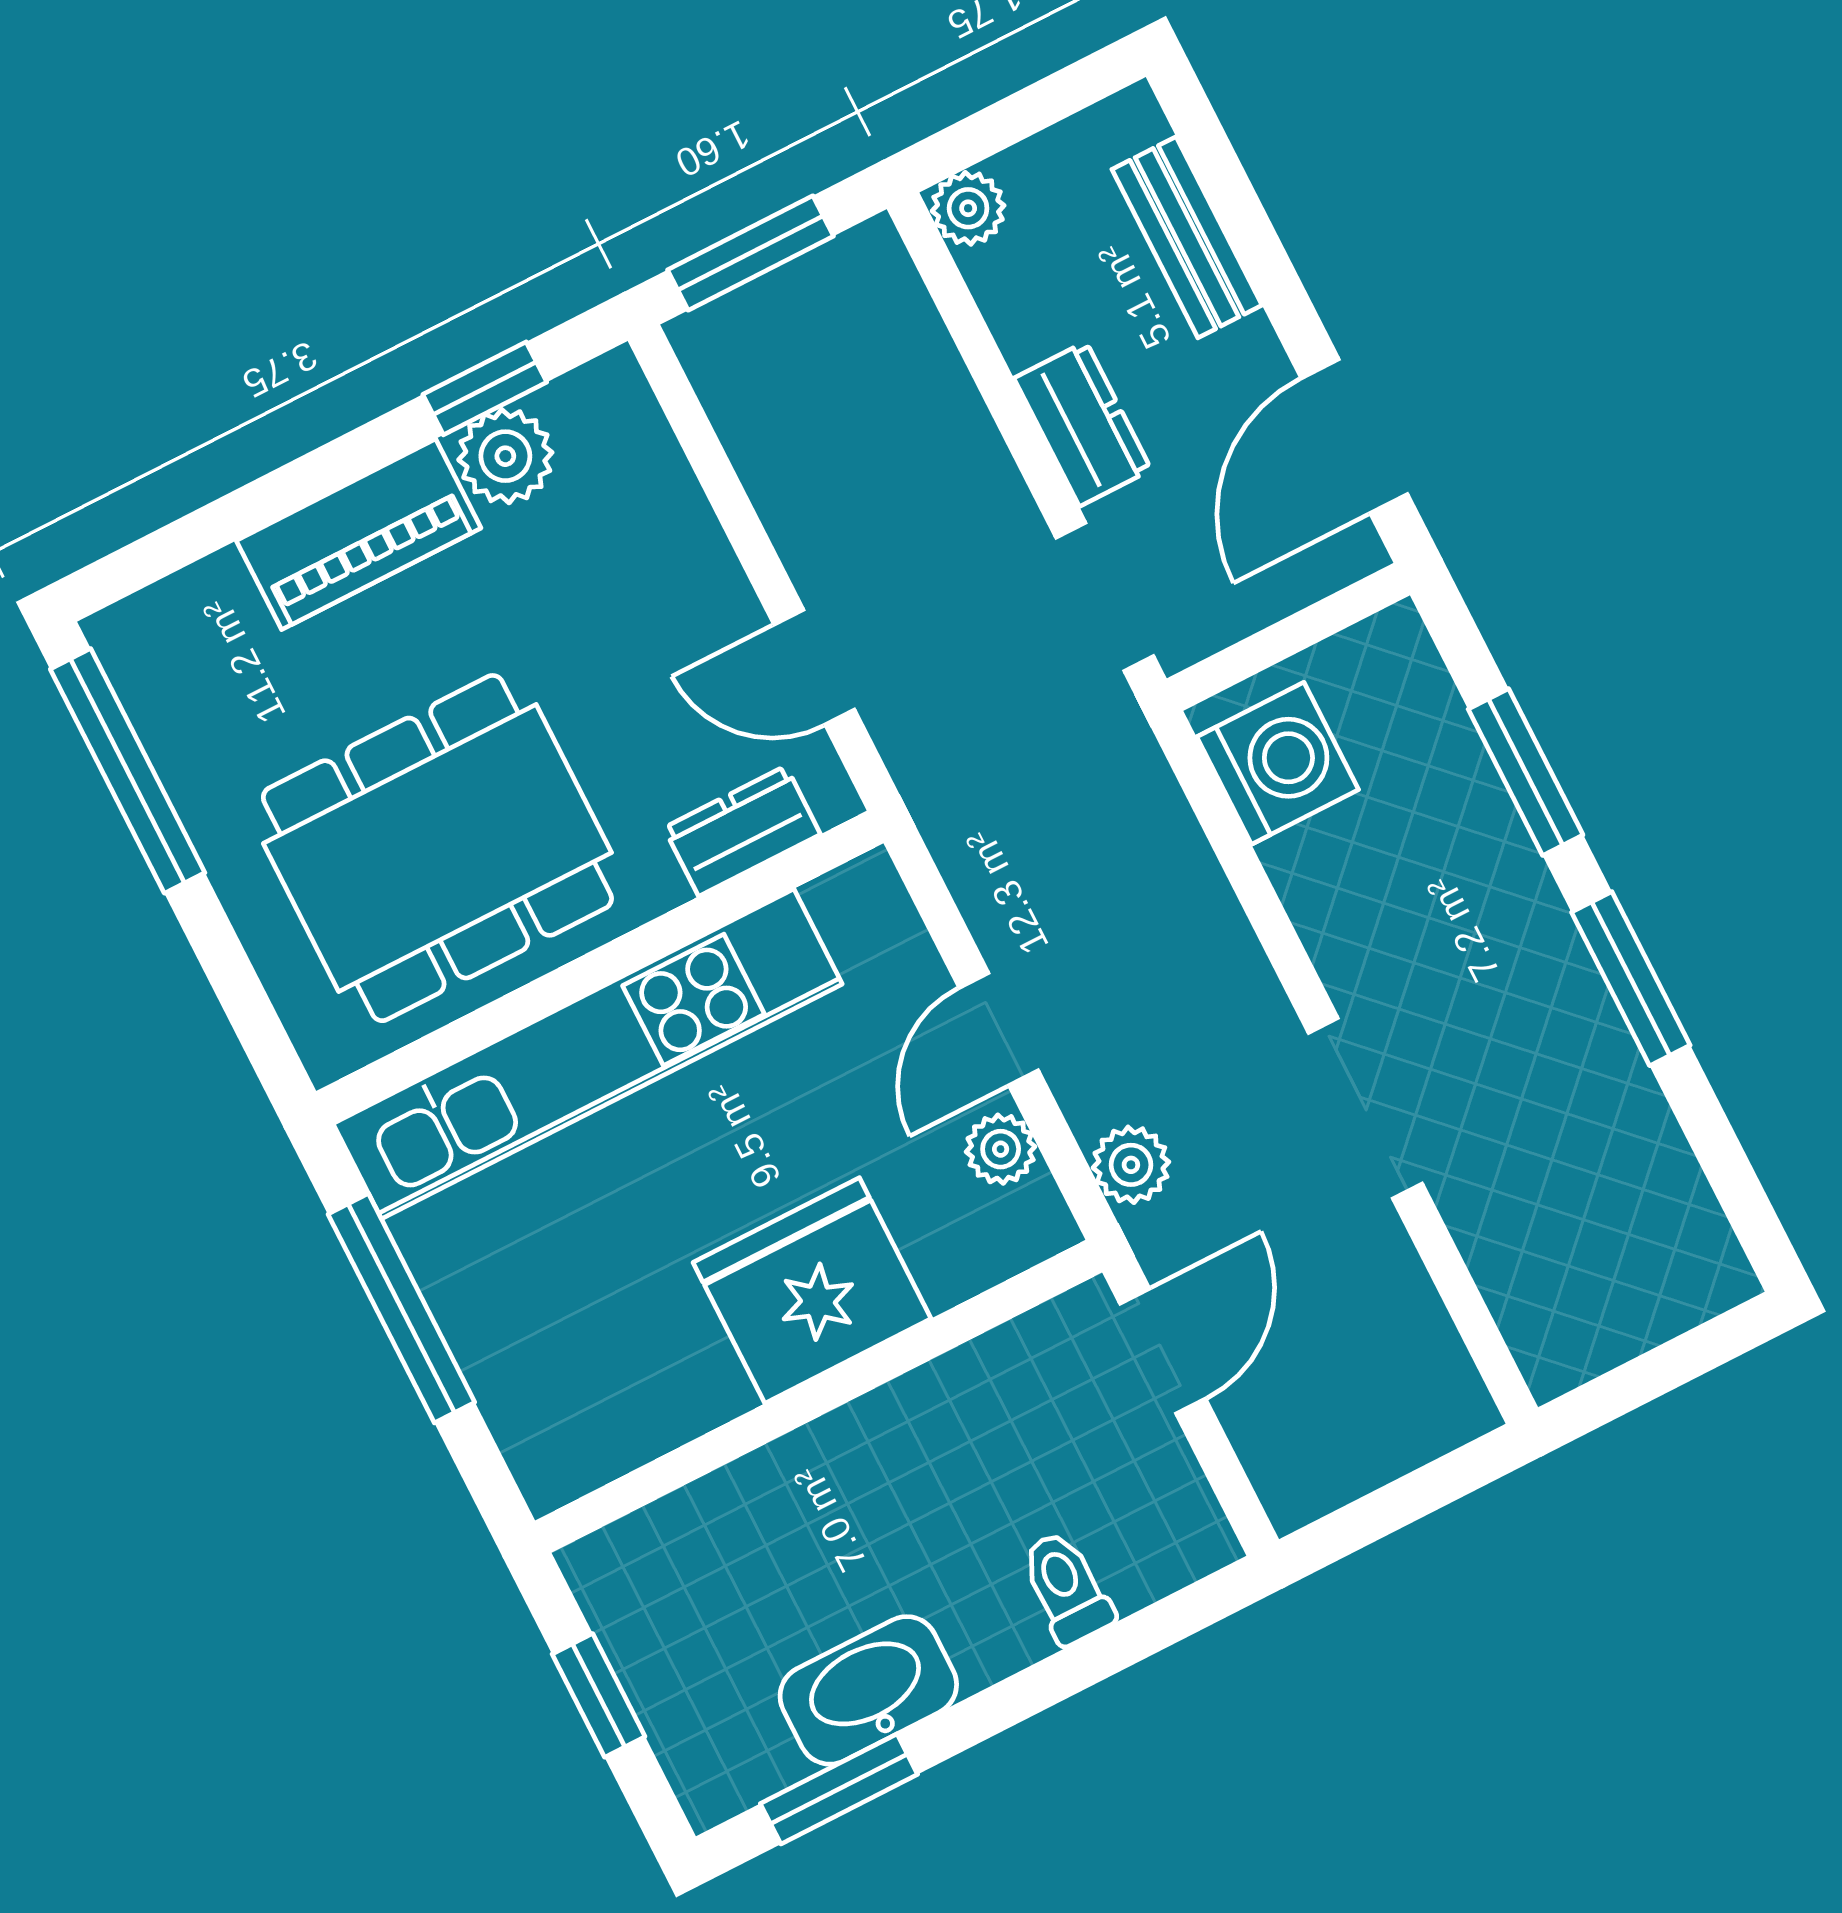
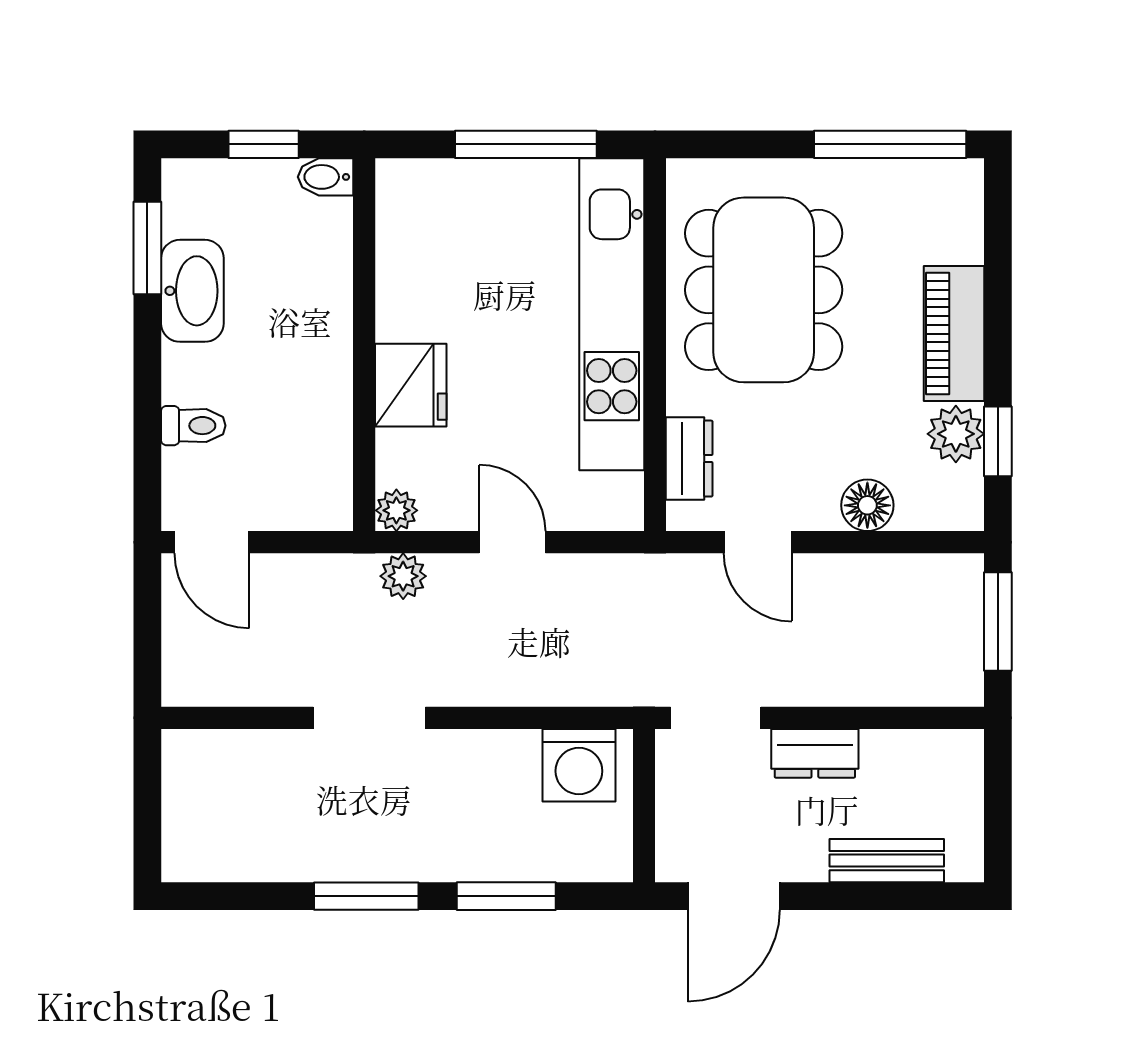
plant: (968, 208) -> (962, 751), removed
door: (1354, 436) -> (734, 896), swing flipped
floor lamp: (677, 533) -> (867, 505), added
door: (814, 667) -> (758, 542), swing flipped
plant: (1001, 1149) -> (396, 510), moved
fridge: (812, 1291) -> (411, 385), width x0.73, depth x0.75
door: (1163, 1351) -> (212, 542), moved
bidet: (600, 1580) -> (326, 177), added

